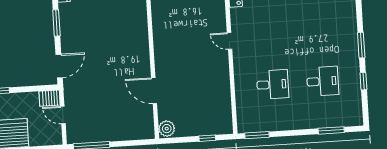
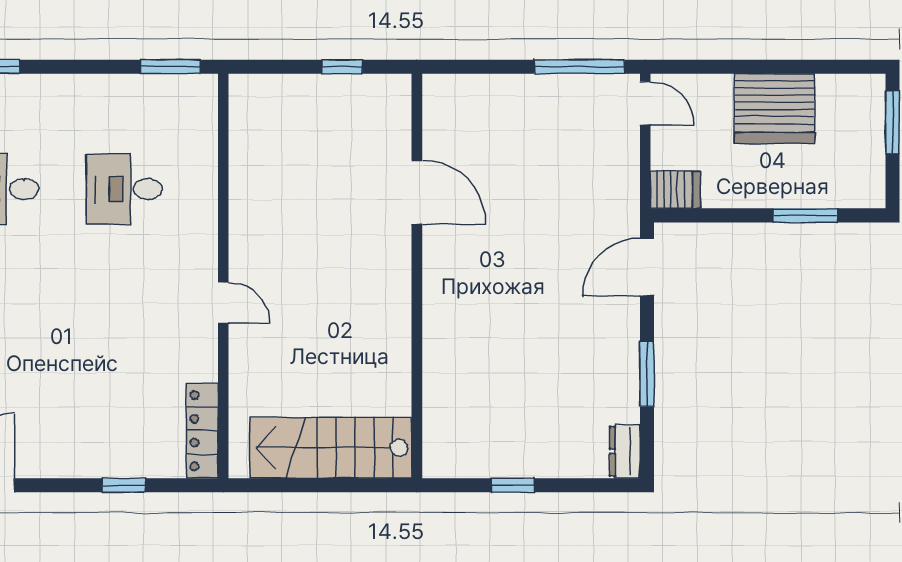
door: (63, 115) -> (645, 103), moved
plant: (167, 129) -> (392, 97), removed
window: (207, 138) -> (342, 67), moved

